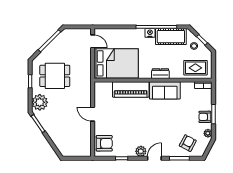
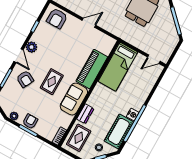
bed: (116, 63) -> (118, 67), width x0.67
dresser: (160, 74) -> (85, 114), moved
rug: (161, 118) -> (52, 82), added
armchair: (188, 143) -> (25, 79), moved

